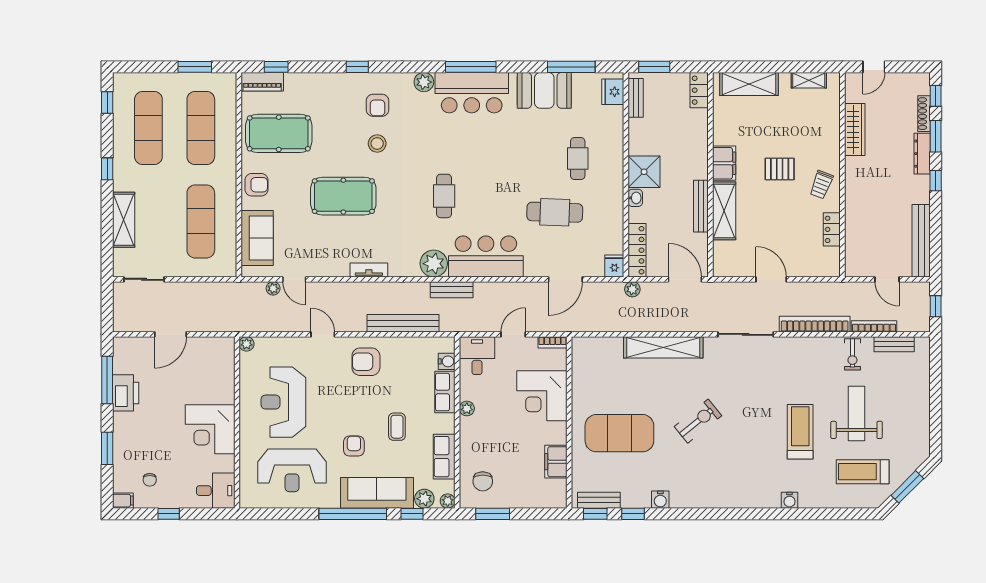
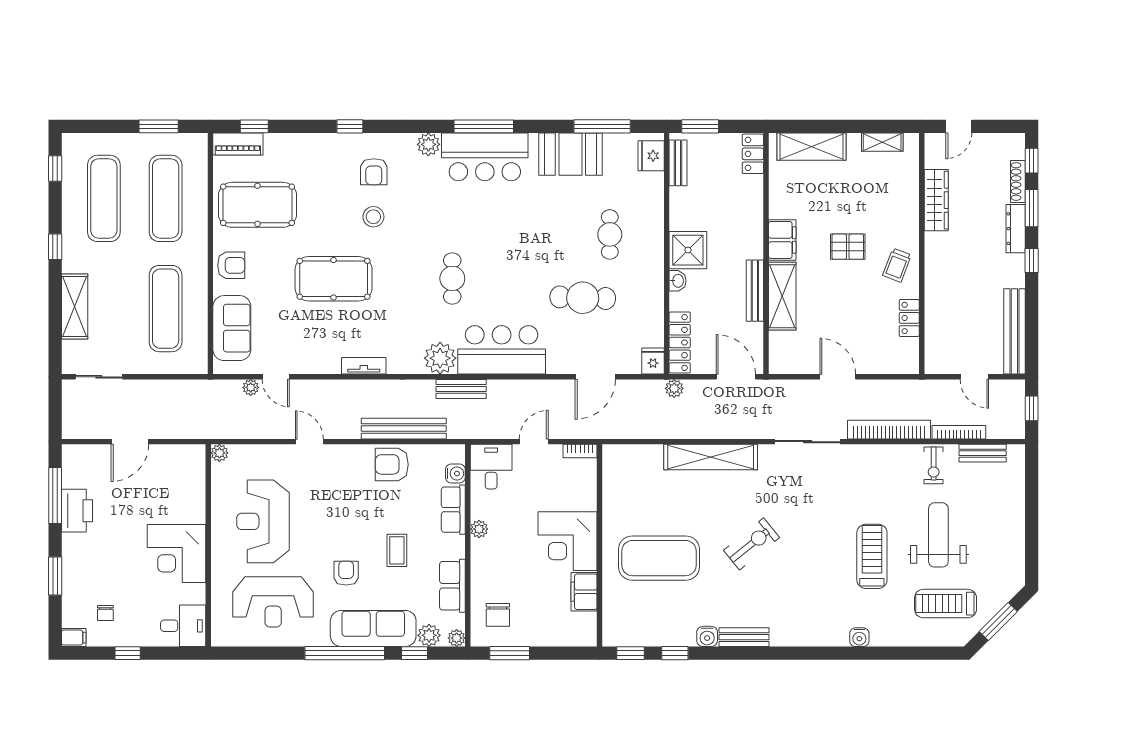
armchair: (366, 362) -> (392, 464), moved
corner desk: (542, 396) -> (568, 541), moved
bench: (599, 500) -> (744, 637), moved

